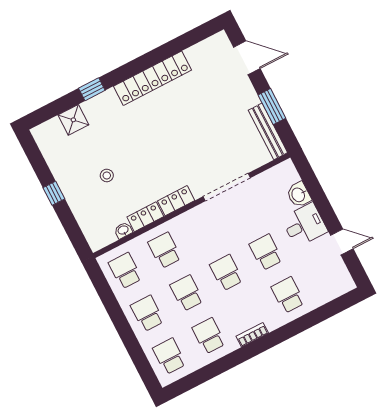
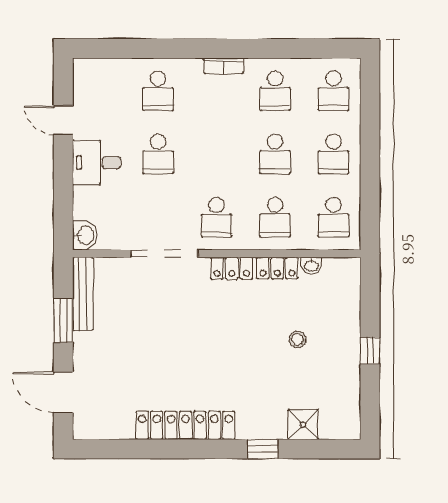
washbasin: (299, 195) -> (85, 235), moved
school desk: (226, 273) -> (217, 217), moved

